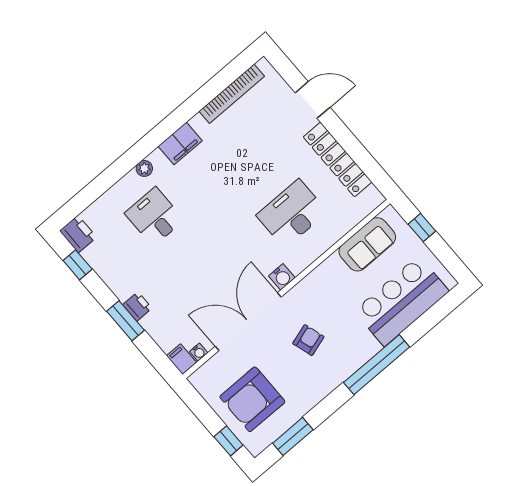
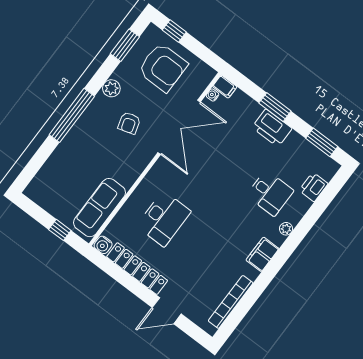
printer: (78, 234) -> (314, 187), moved, turned 90
sofa: (367, 244) -> (100, 208), width x1.36
window: (78, 265) -> (322, 142), width x1.50
water cooler: (282, 277) -> (103, 245), moved, turned -90
bar counter: (402, 301) -> (63, 169), removed
printer: (137, 306) -> (272, 128), width x1.87, depth x1.48
plant: (321, 387) -> (111, 88), added
armchair: (252, 399) -> (163, 67), turned 90

